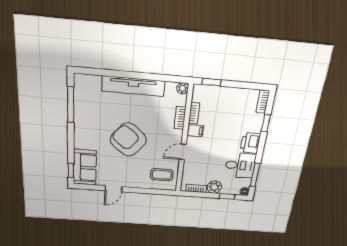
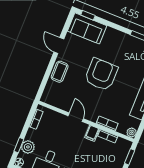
armchair: (128, 140) -> (101, 74), turned -40
coffee table: (162, 175) -> (60, 72), moved
plant: (214, 187) -> (28, 147), moved

